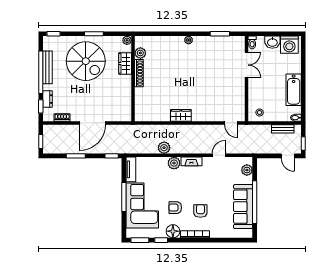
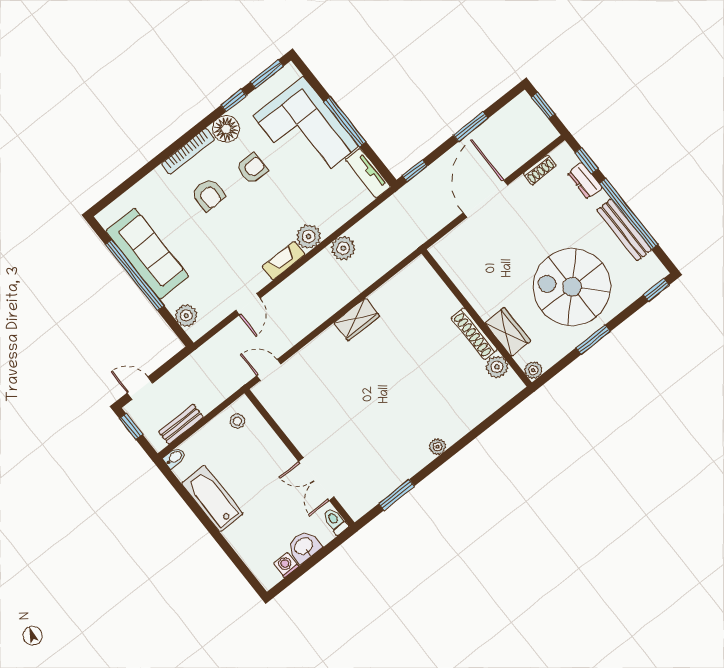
washing machine: (289, 45) -> (286, 565), width x0.53, depth x0.53

